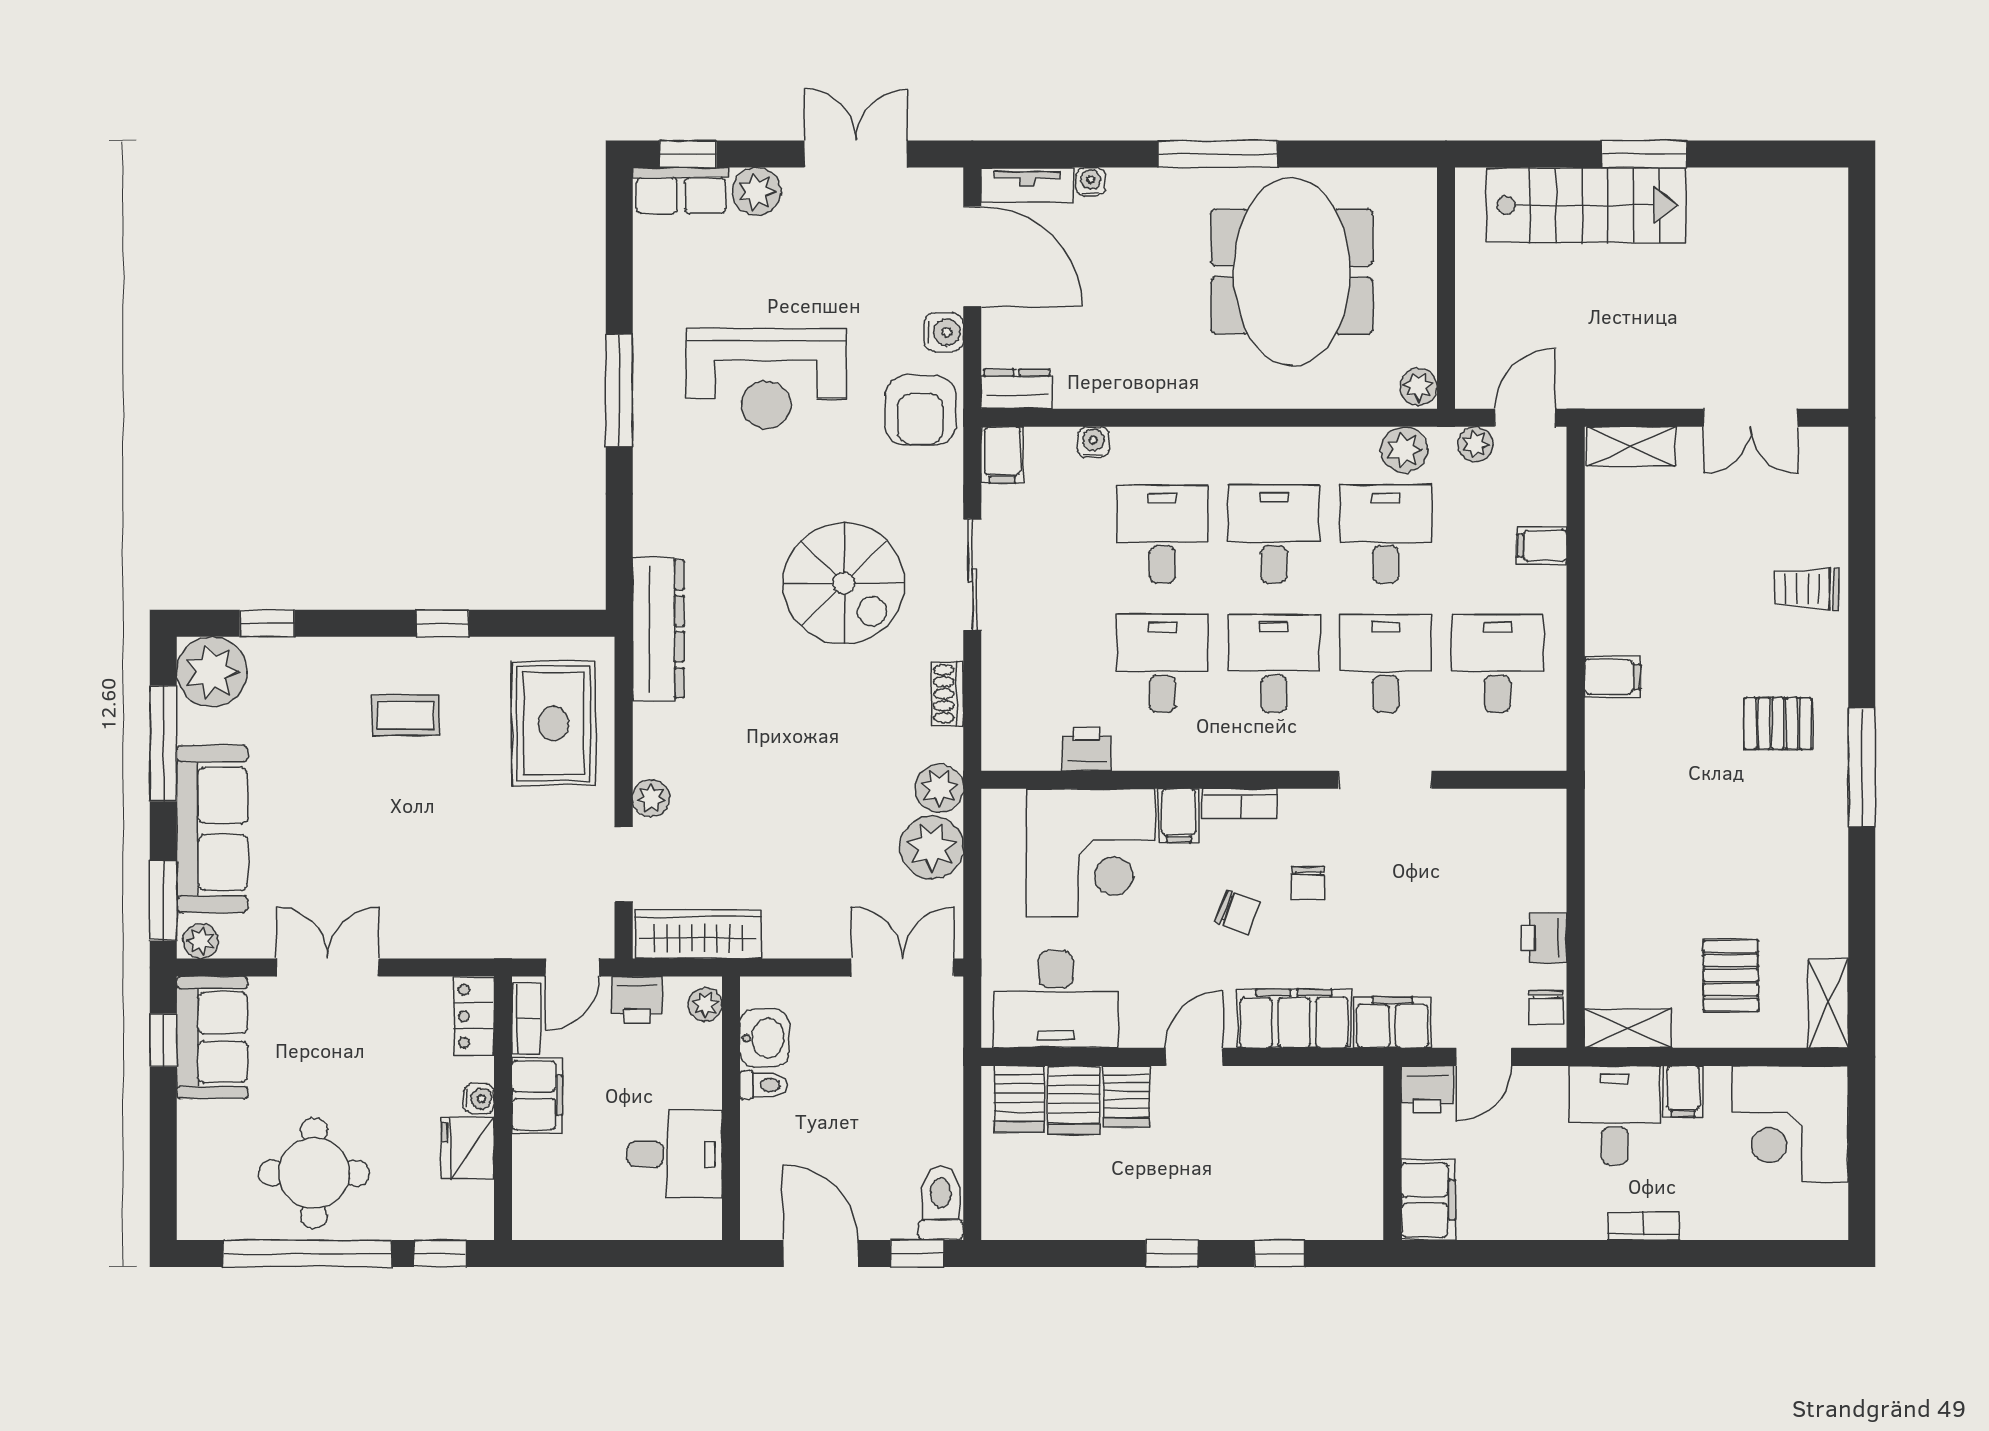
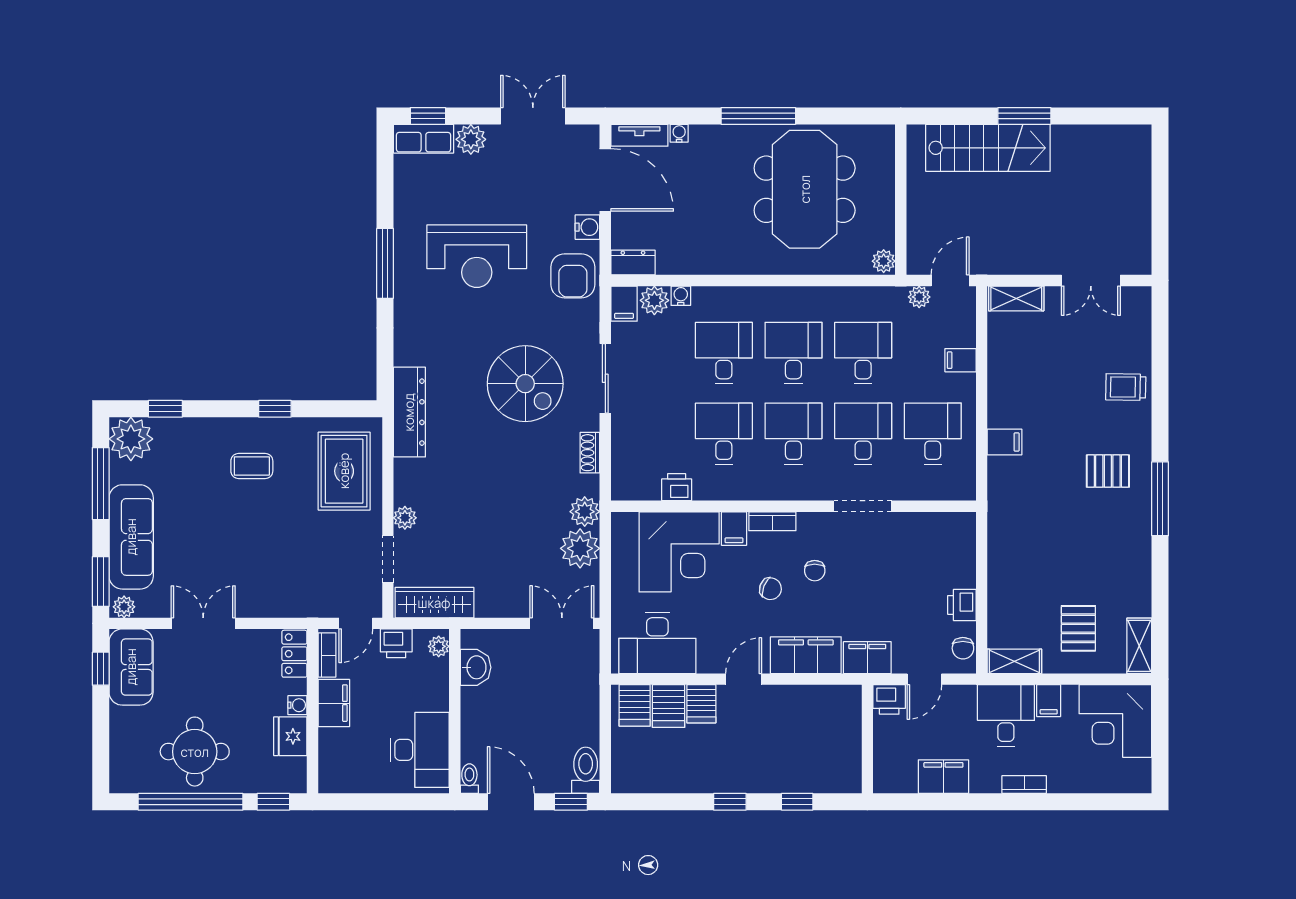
plant: (1404, 450) -> (654, 300), moved
toilet: (764, 1085) -> (469, 779), moved, turned -90
desk: (675, 1154) -> (420, 750), width x1.37
filing cabinet: (1428, 1200) -> (943, 777), moved, turned -90

